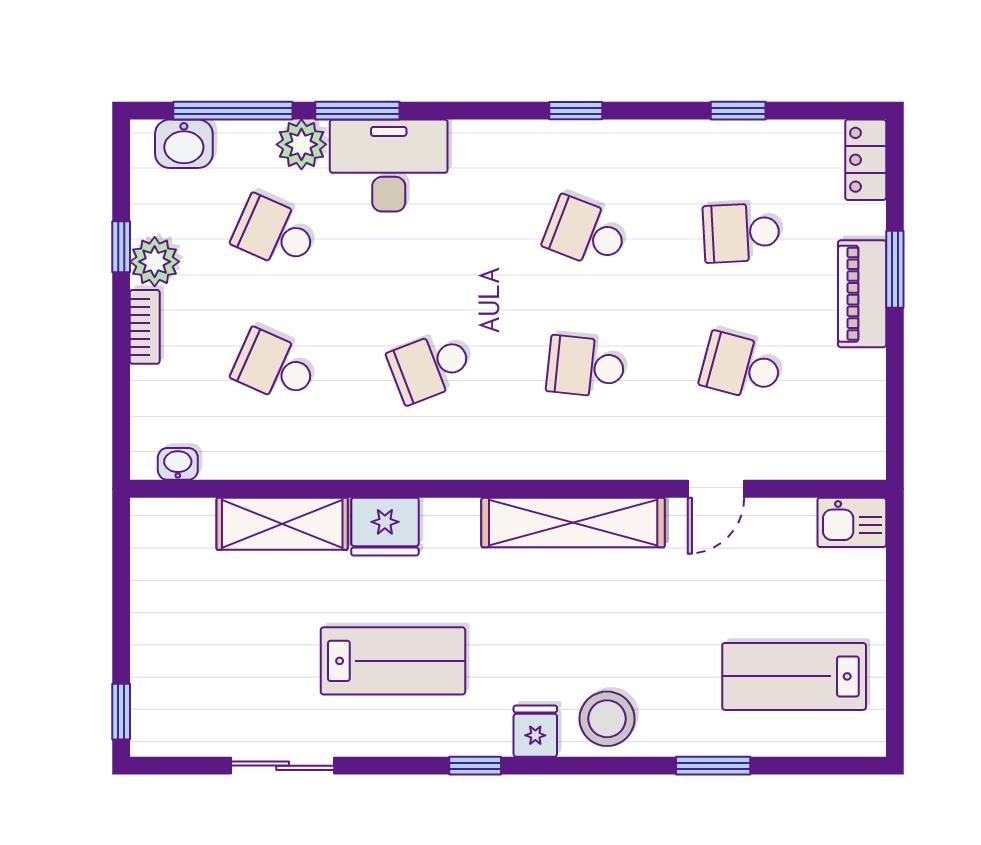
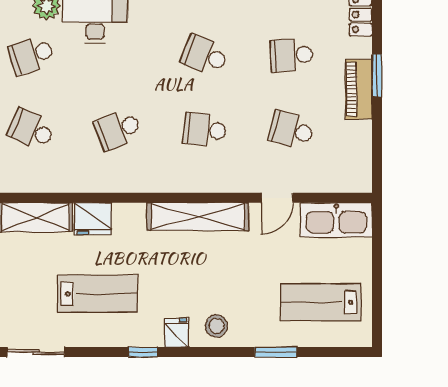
school desk: (275, 233) -> (31, 55), turned -42
kitchen sink: (852, 522) -> (336, 220), width x1.87, depth x1.24
stool: (607, 719) -> (217, 326), width x0.73, depth x0.73

